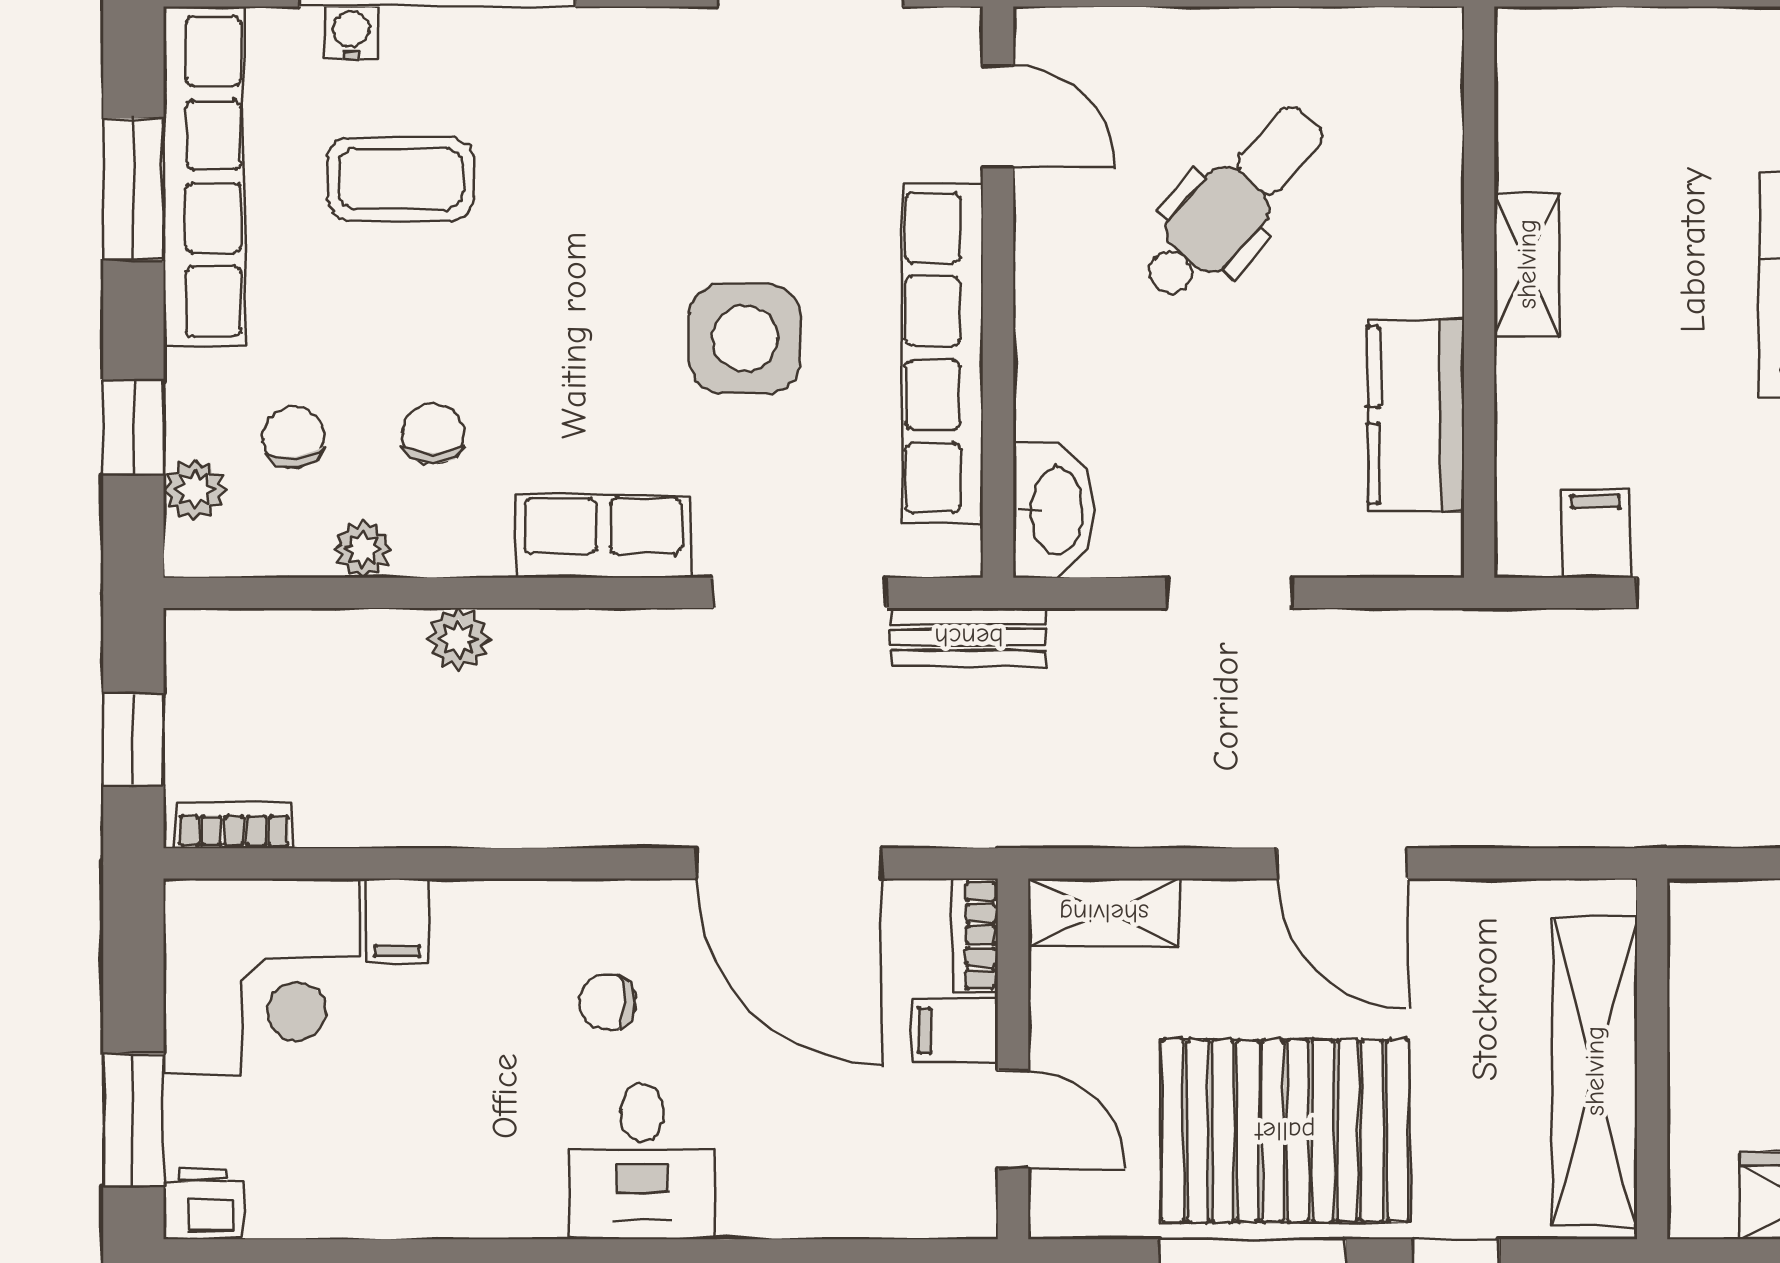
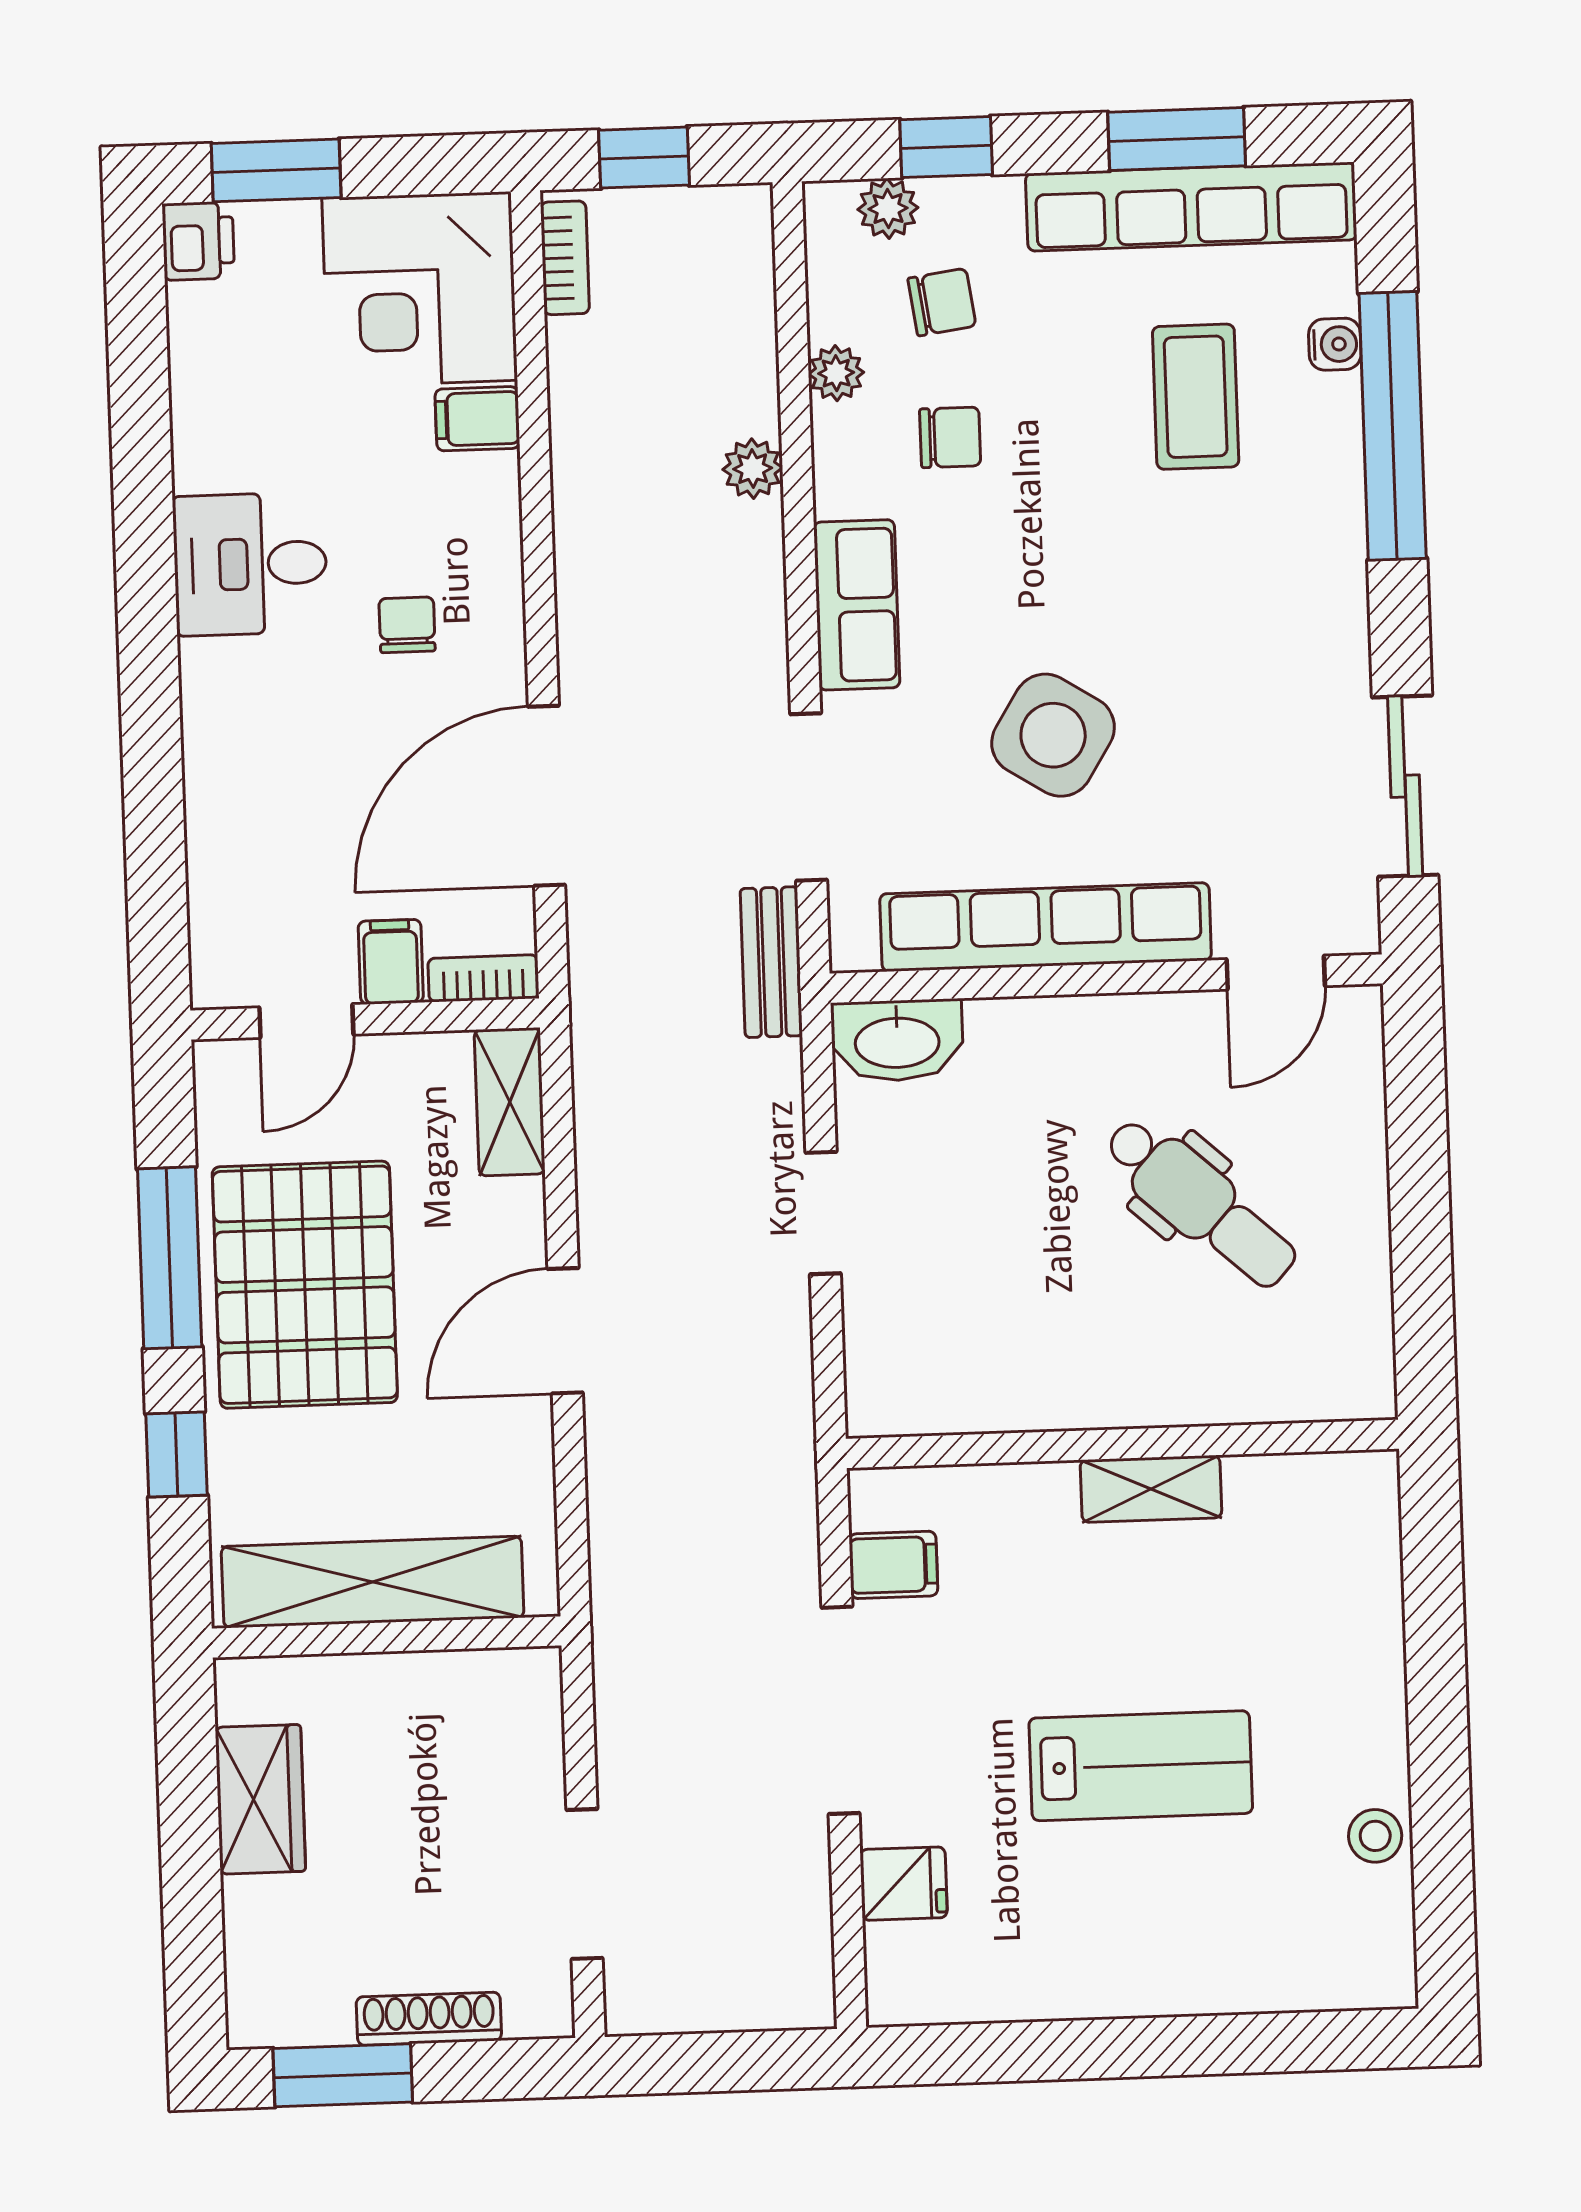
side table: (745, 338) -> (1053, 735), turned 32
kitchen counter: (1416, 415) -> (1001, 1387), removed
desk: (643, 1161) -> (250, 564), moved

